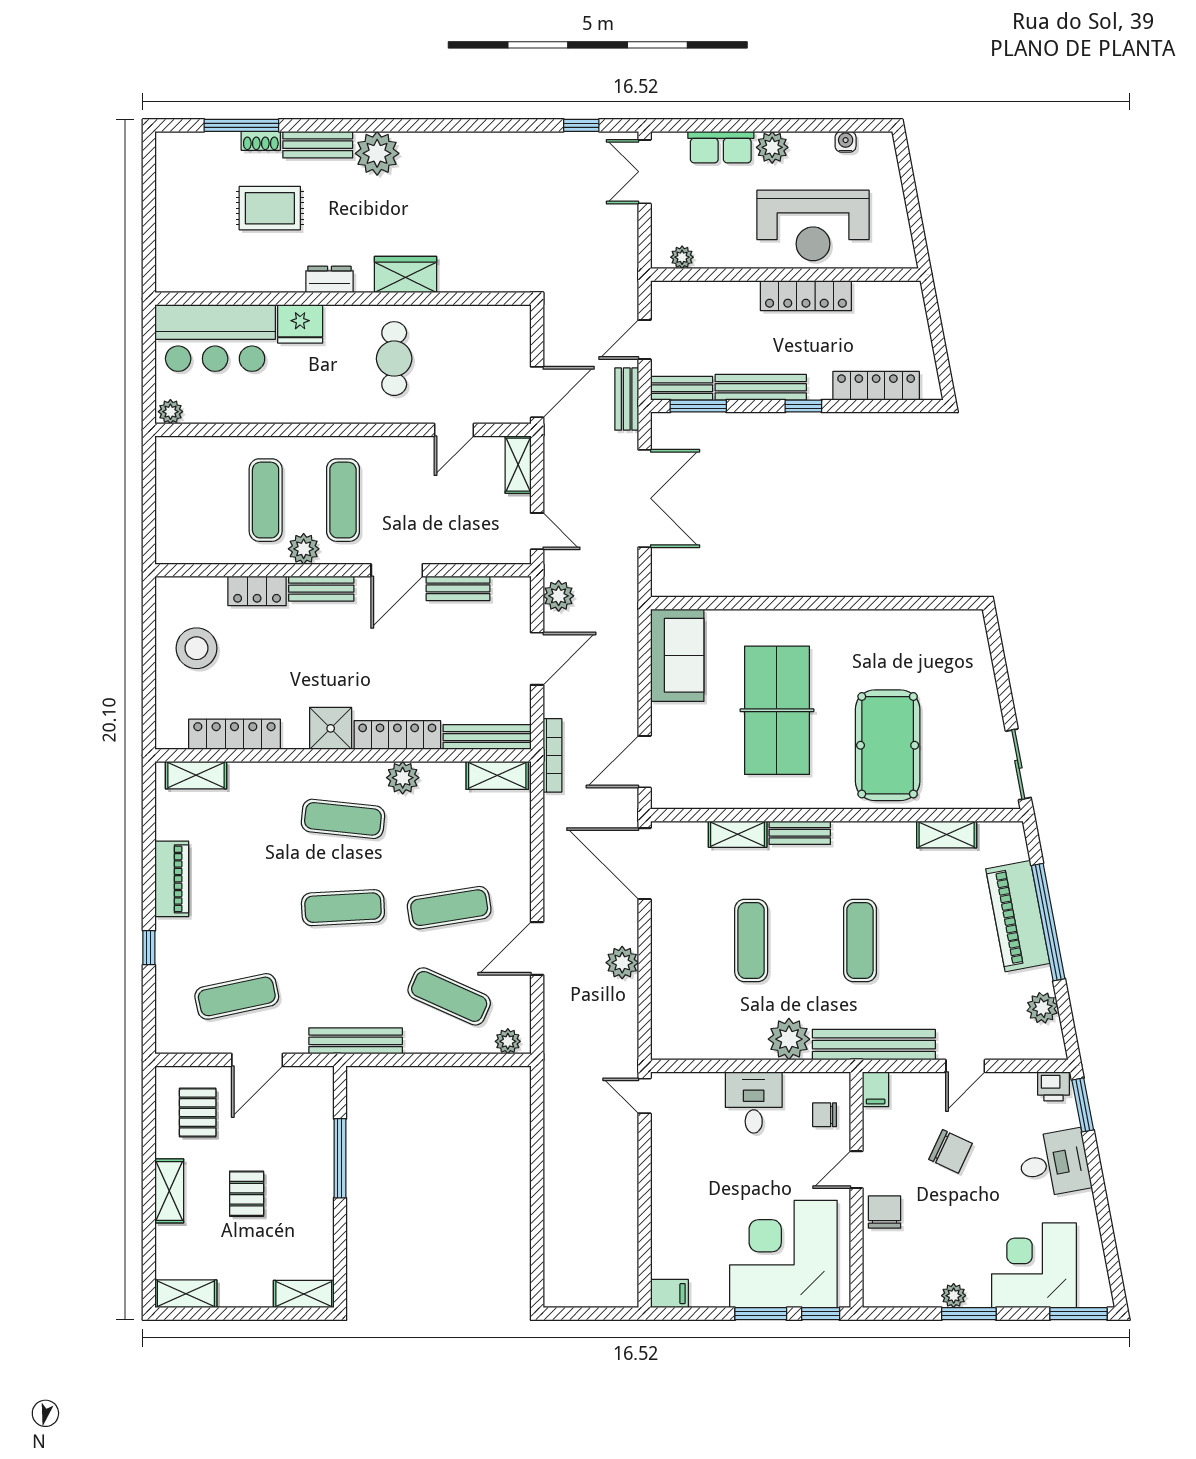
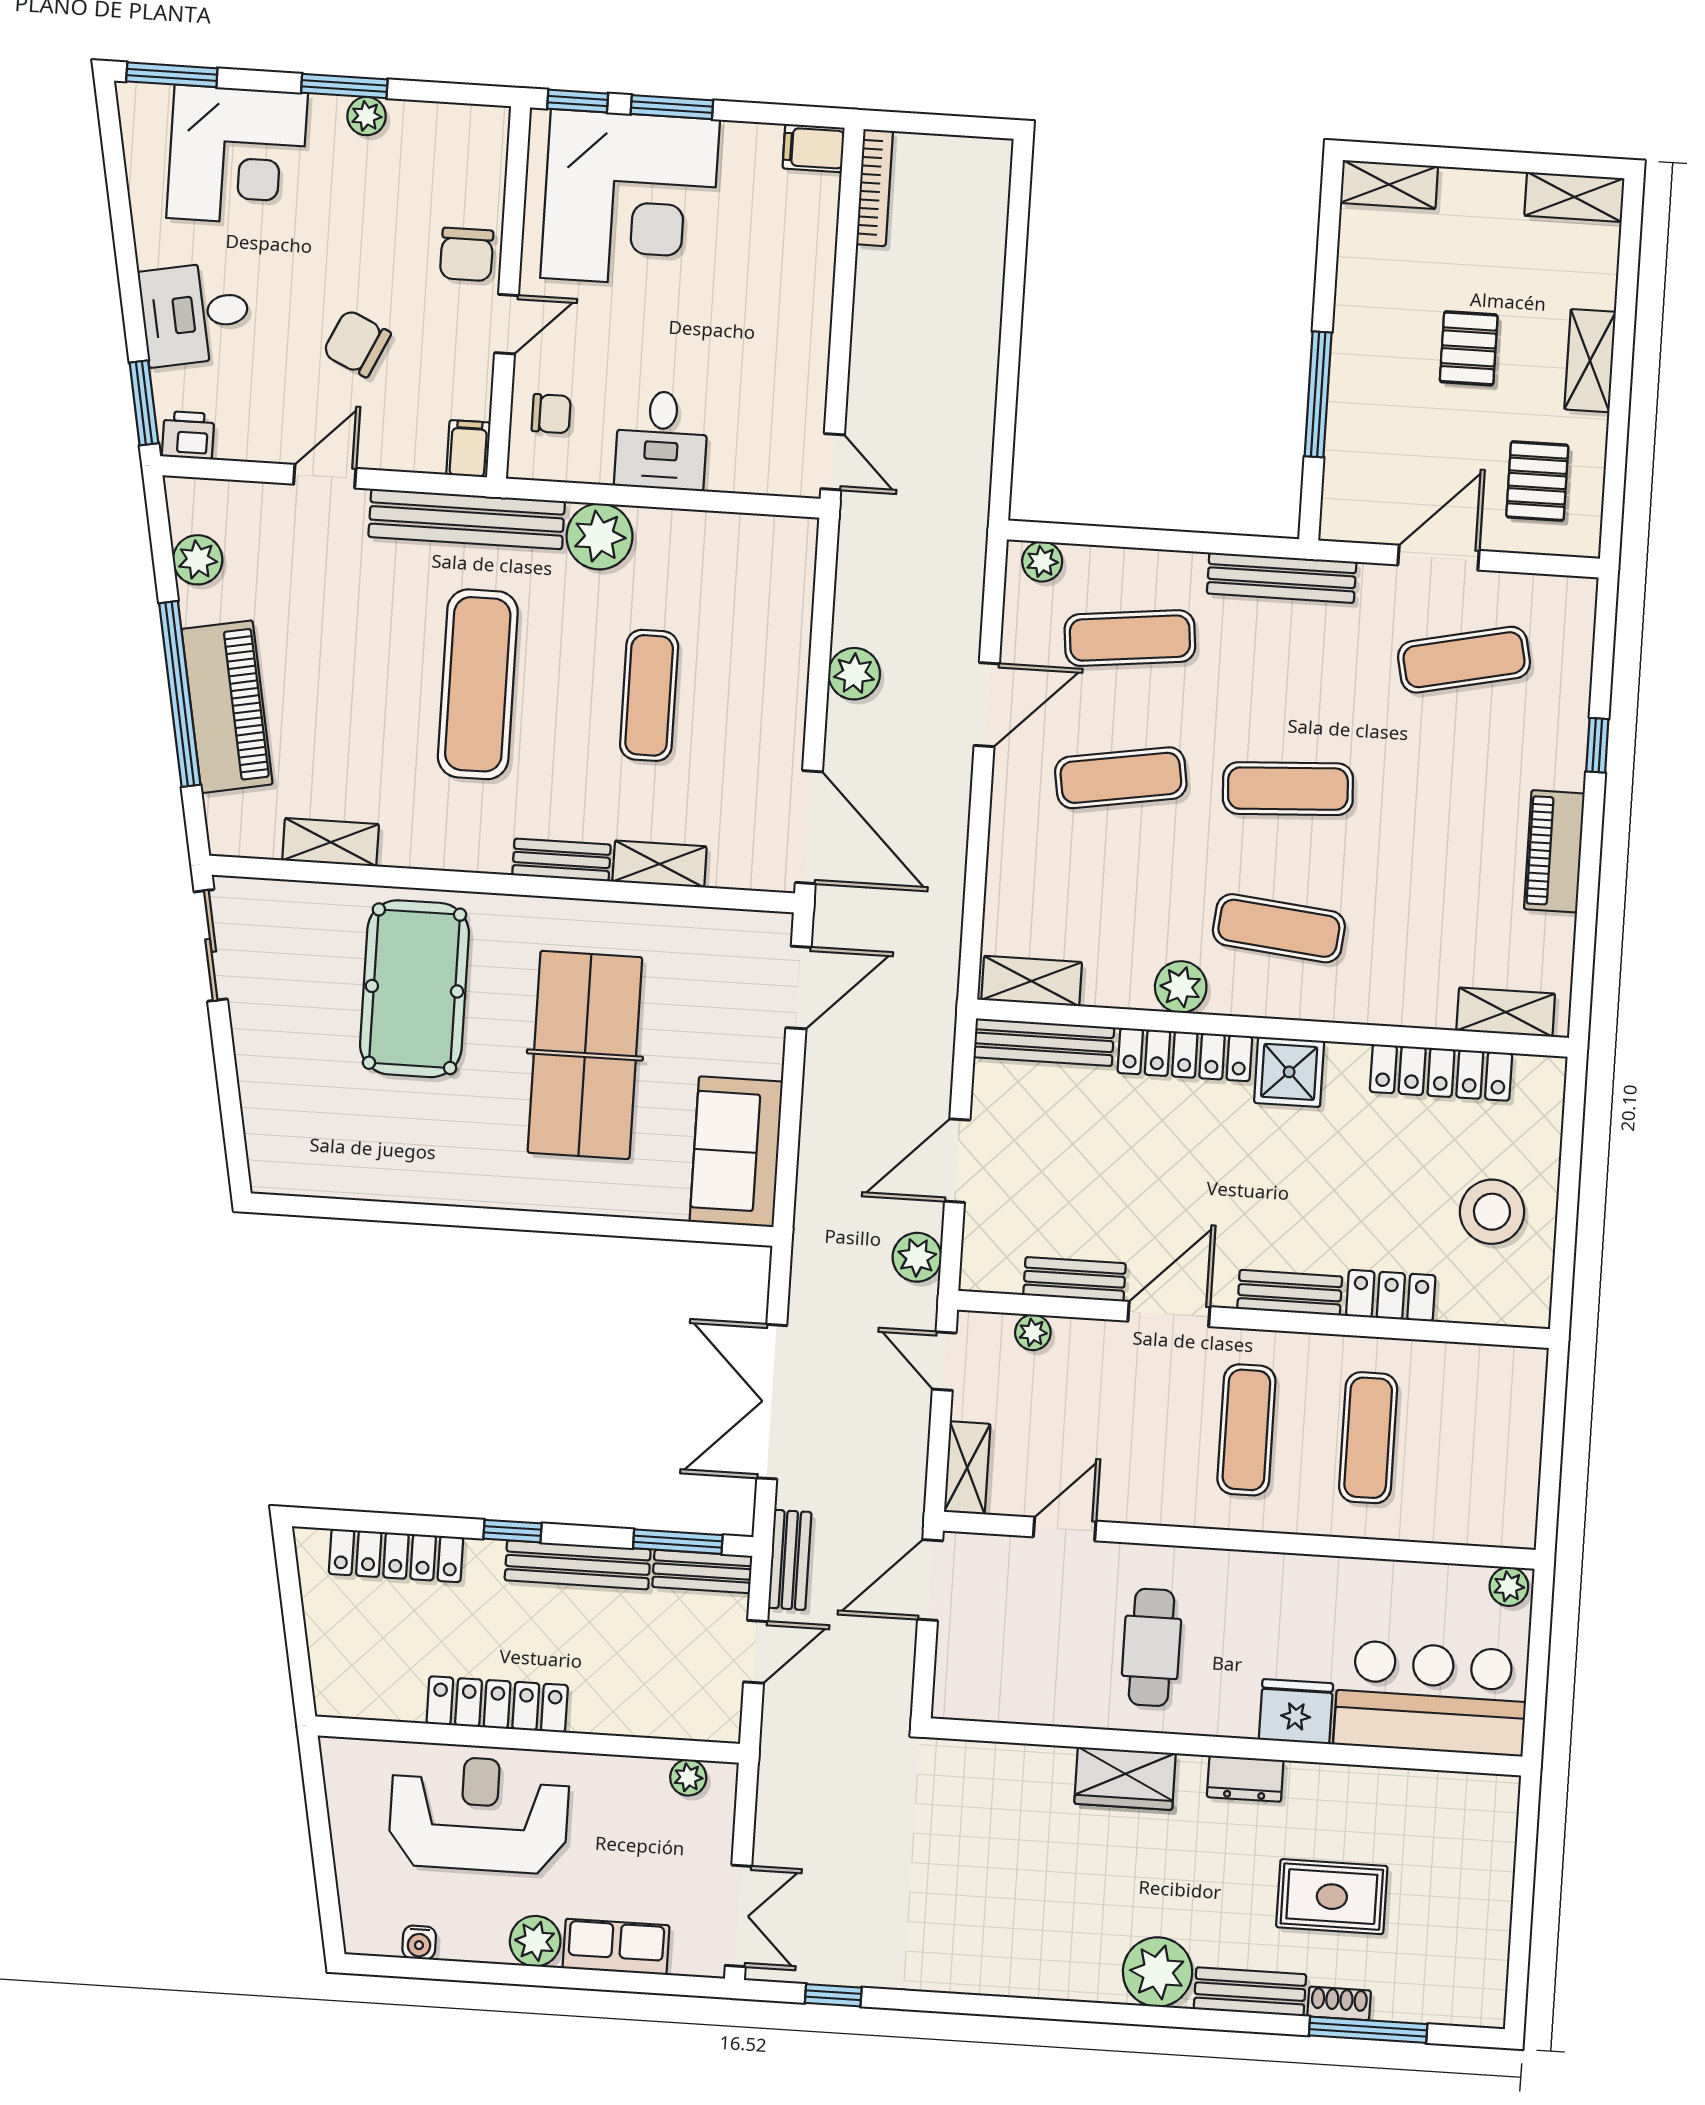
plant: (304, 549) -> (1033, 1332), moved, width x0.73, depth x0.73
bookcase: (552, 755) -> (875, 188), moved, turned 180
exercise mat: (860, 940) -> (478, 684), width x1.36, depth x1.45
exercise mat: (449, 996) -> (1130, 638), turned -30

